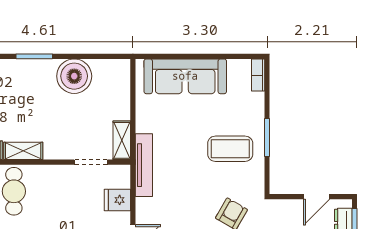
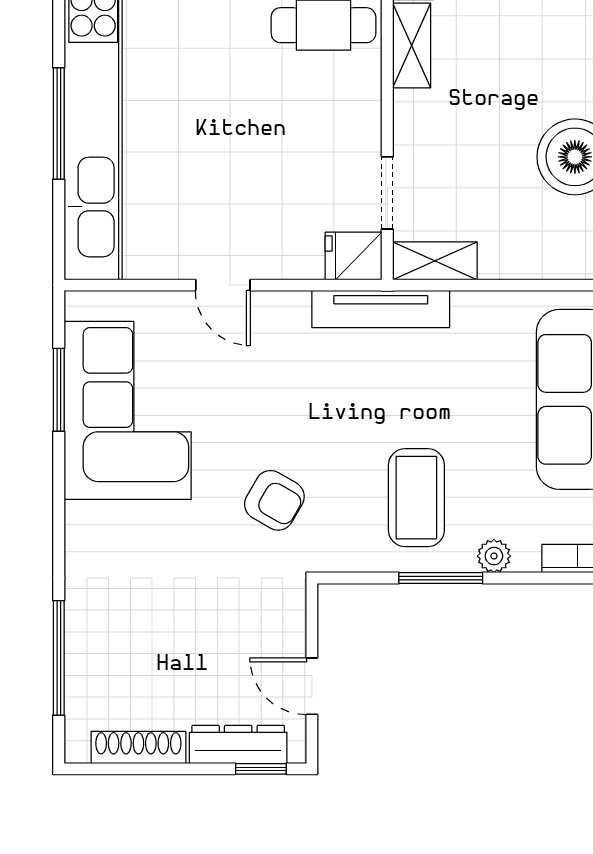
plant: (257, 113) -> (494, 556), added
fridge: (117, 200) -> (354, 256), moved, turned -90

